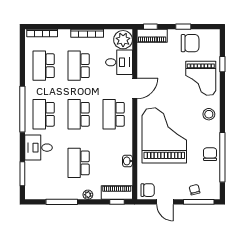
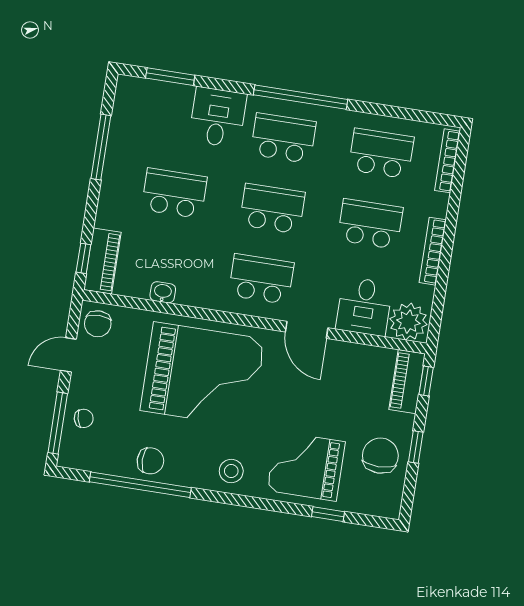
chair: (190, 43) -> (380, 456), turned 180
plant: (88, 195) -> (107, 202), removed

